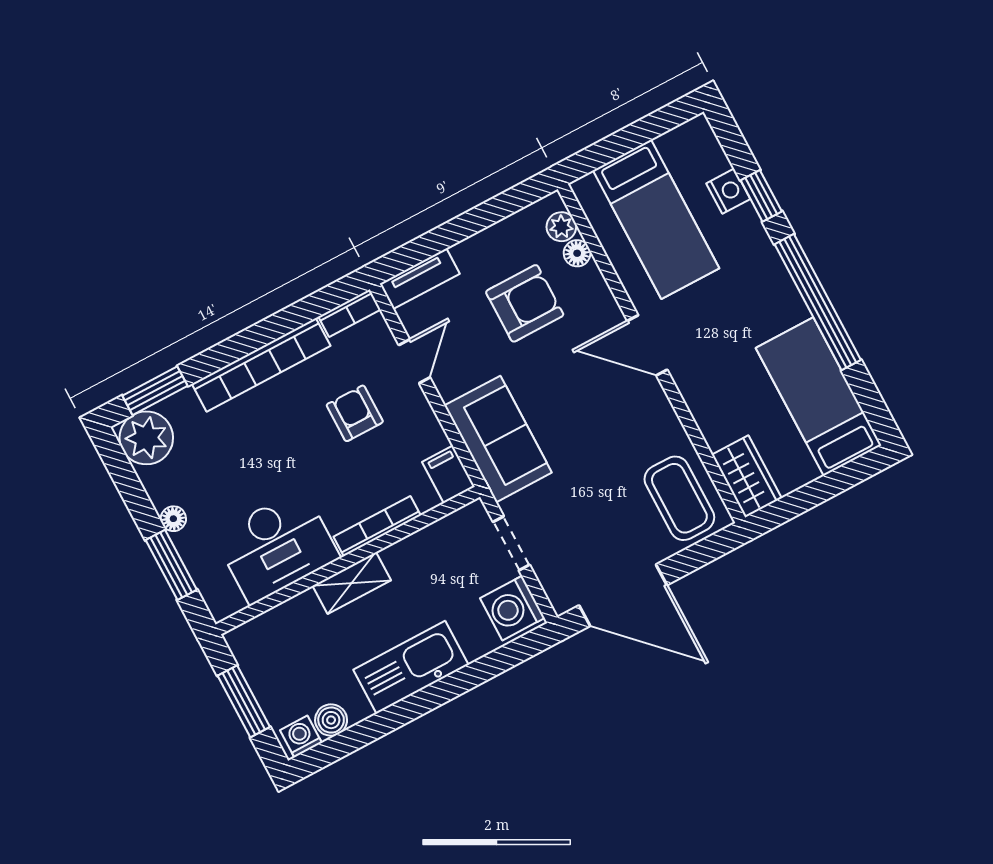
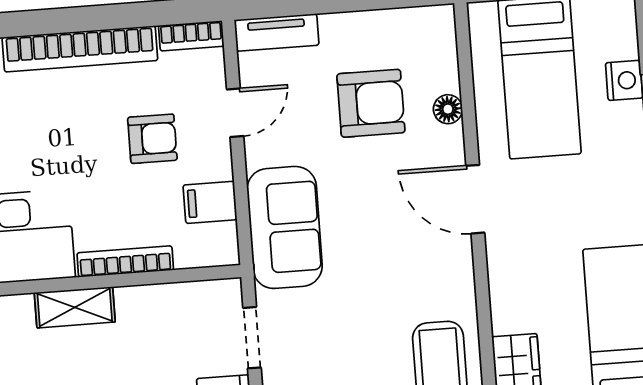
plant: (561, 227) -> (441, 43), removed
floor lamp: (577, 253) -> (448, 109), moved
armchair: (355, 413) -> (152, 139), turned 90
filing cabinet: (448, 474) -> (210, 202), moved, turned -90

